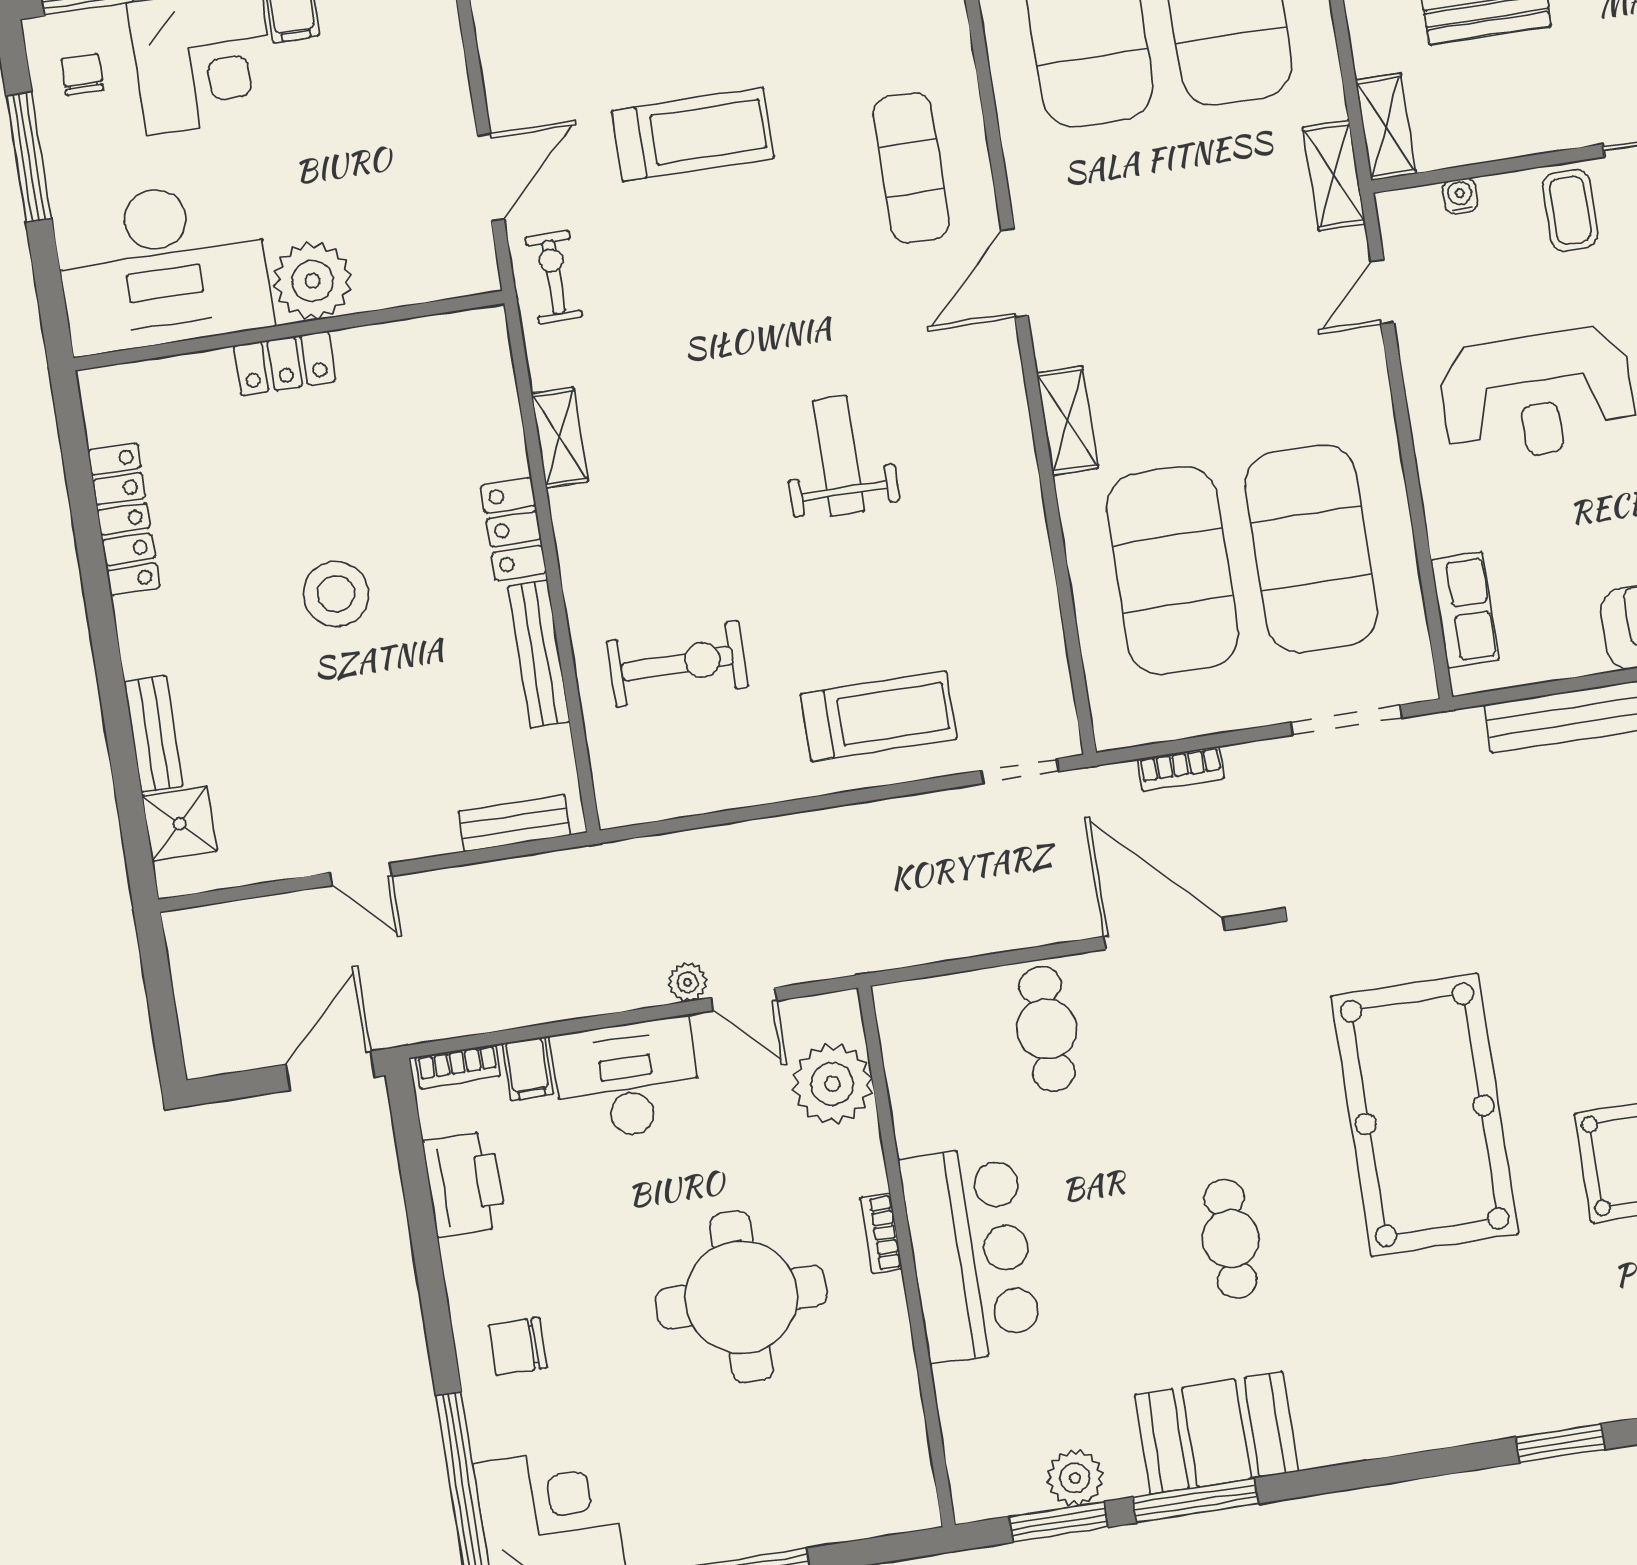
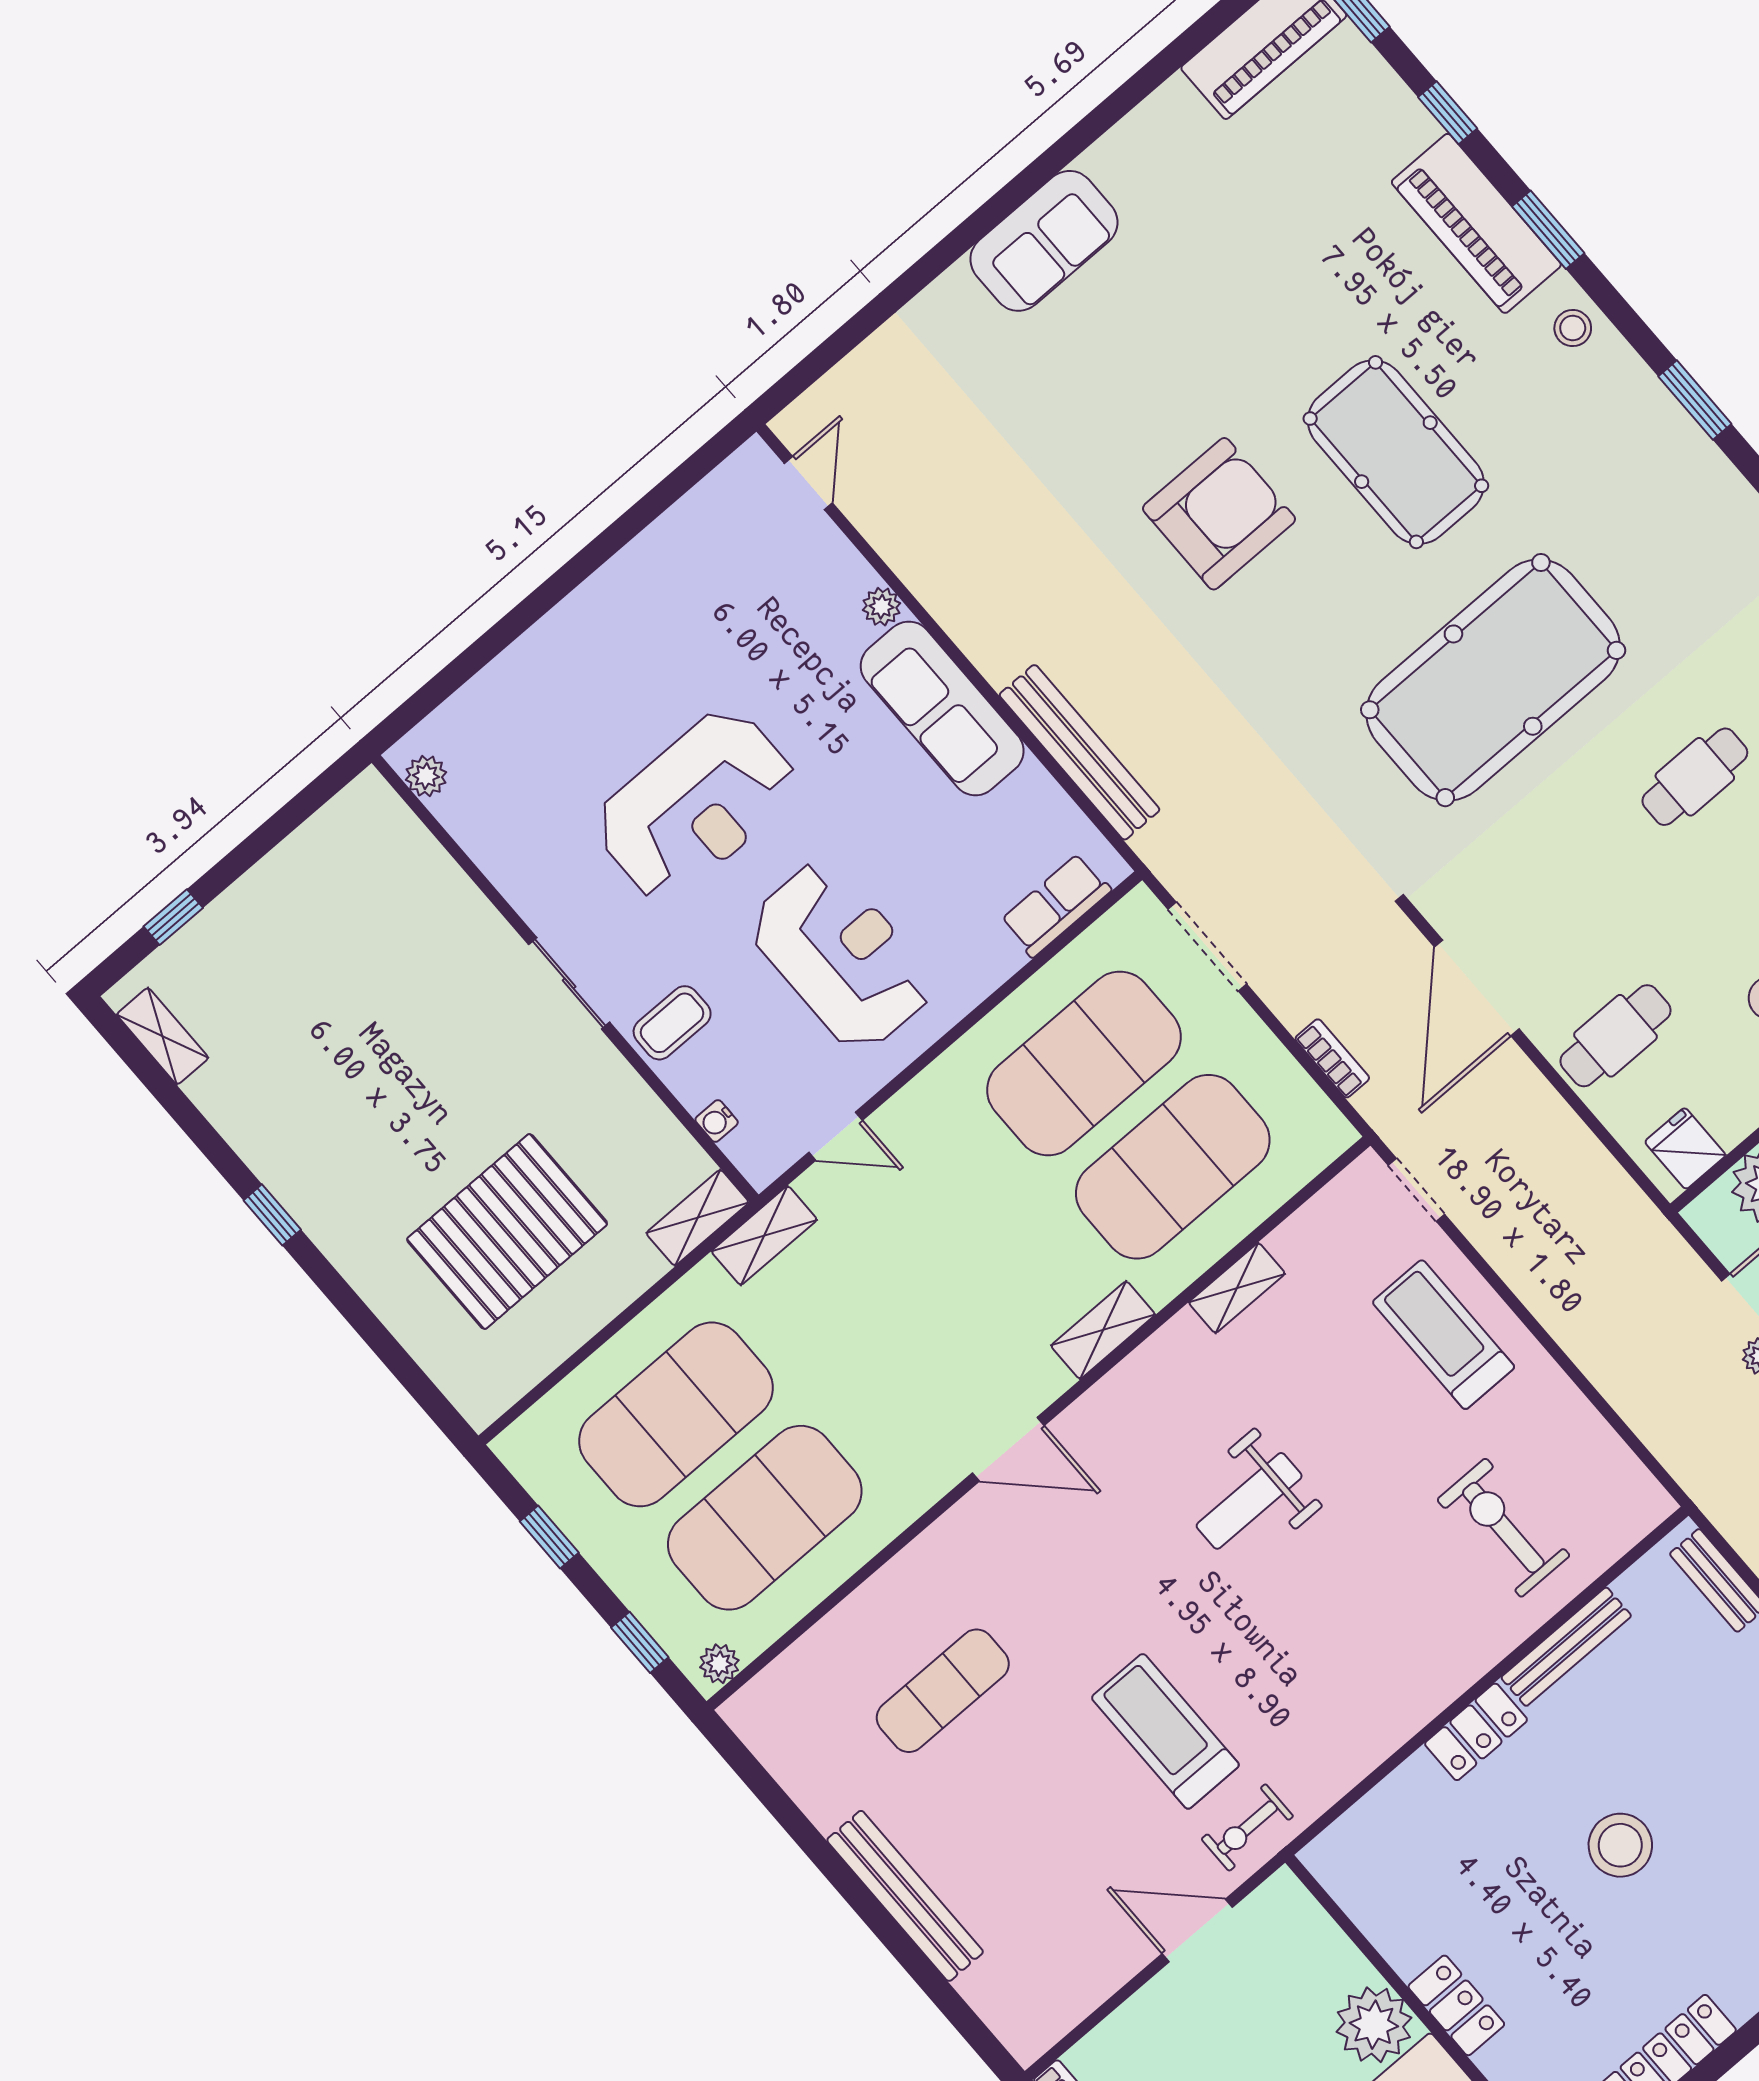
treadmill: (693, 134) -> (1165, 1731), moved
exercise mat: (911, 168) -> (943, 1691), moved
shelving: (560, 437) -> (1237, 1288), moved
fridge: (910, 1029) -> (1685, 1148), added

